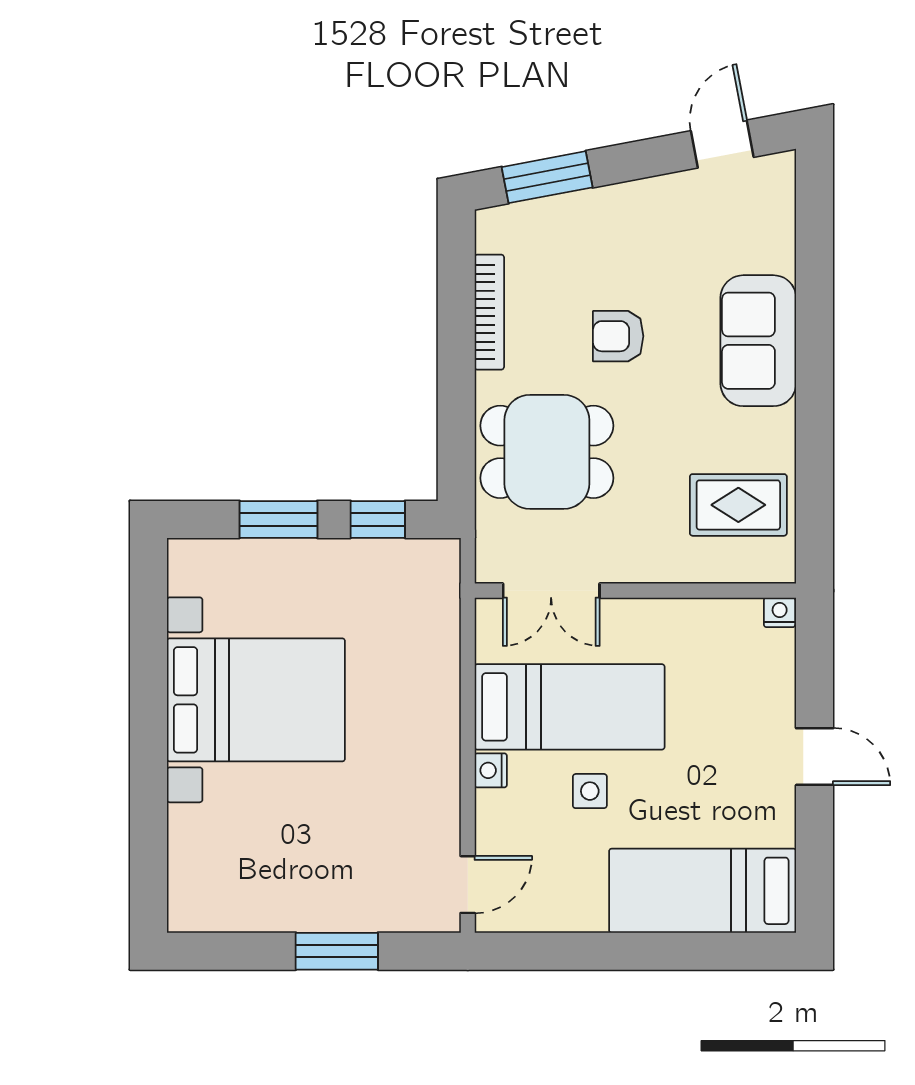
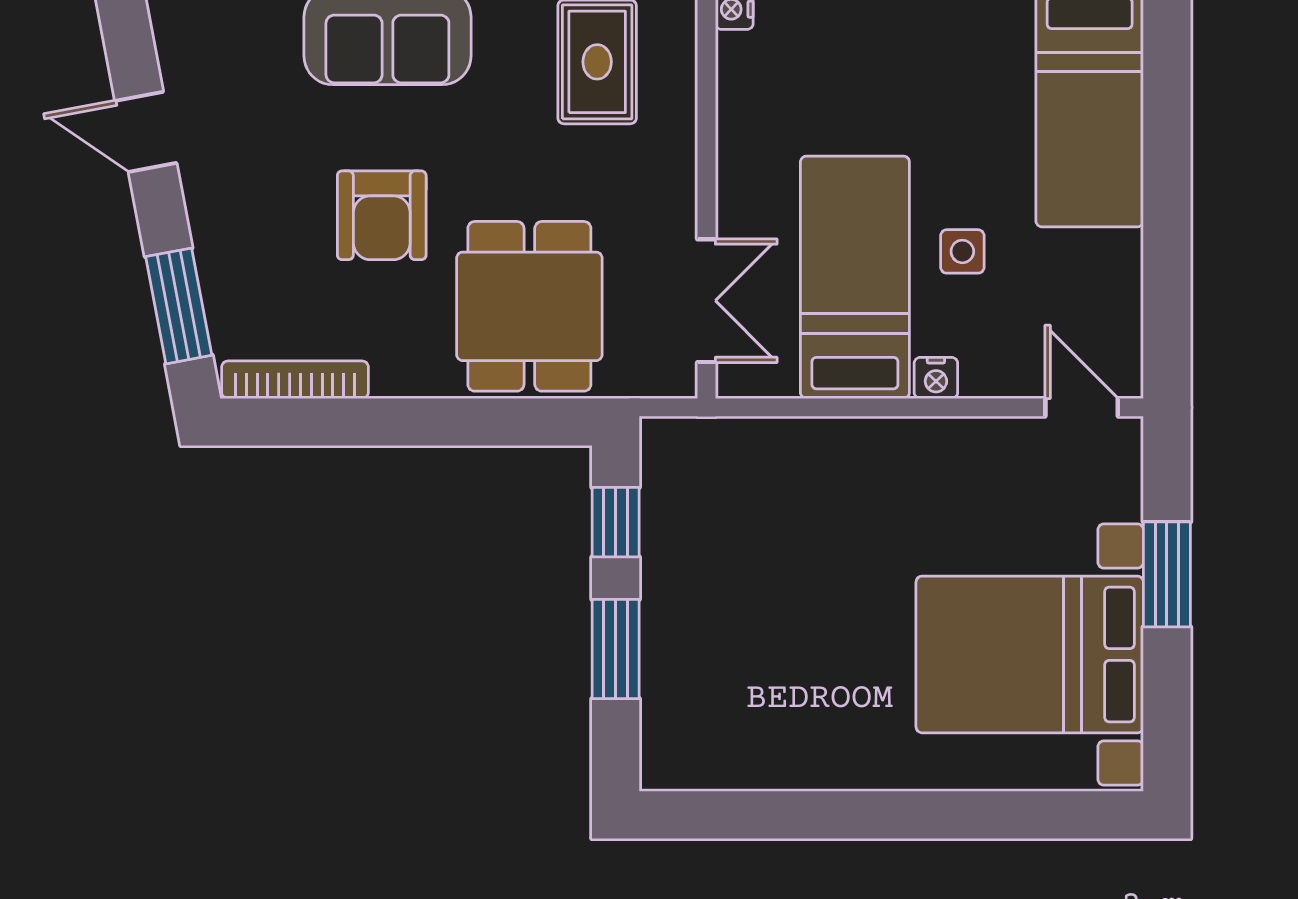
door: (722, 144) -> (146, 132), moved
bookcase: (489, 312) -> (295, 380), moved
armchair: (618, 336) -> (382, 215), width x1.38, depth x1.38
bed with nightstands: (256, 700) -> (1030, 654), moved, turned -90

